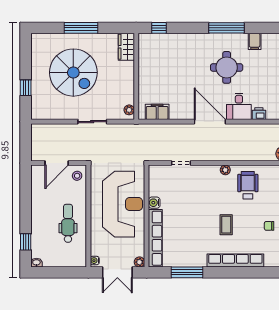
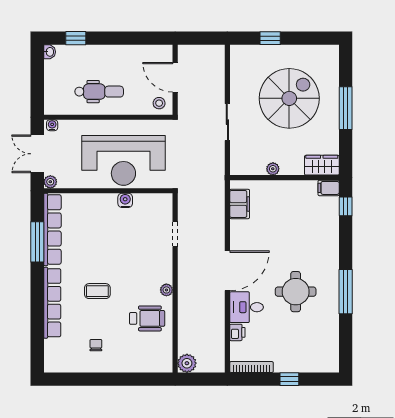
filing cabinet: (255, 41) -> (329, 188), moved
spiral stairs: (73, 73) -> (289, 98), turned 180
plant: (129, 110) -> (273, 169), moved
row of seats: (155, 238) -> (52, 229), moved, turned -90

